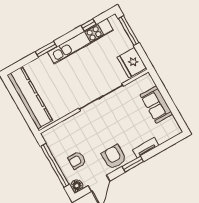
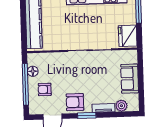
plant: (162, 136) -> (121, 106), added
armchair: (114, 157) -> (75, 102), turned -90
floor lamp: (77, 186) -> (33, 71), moved

